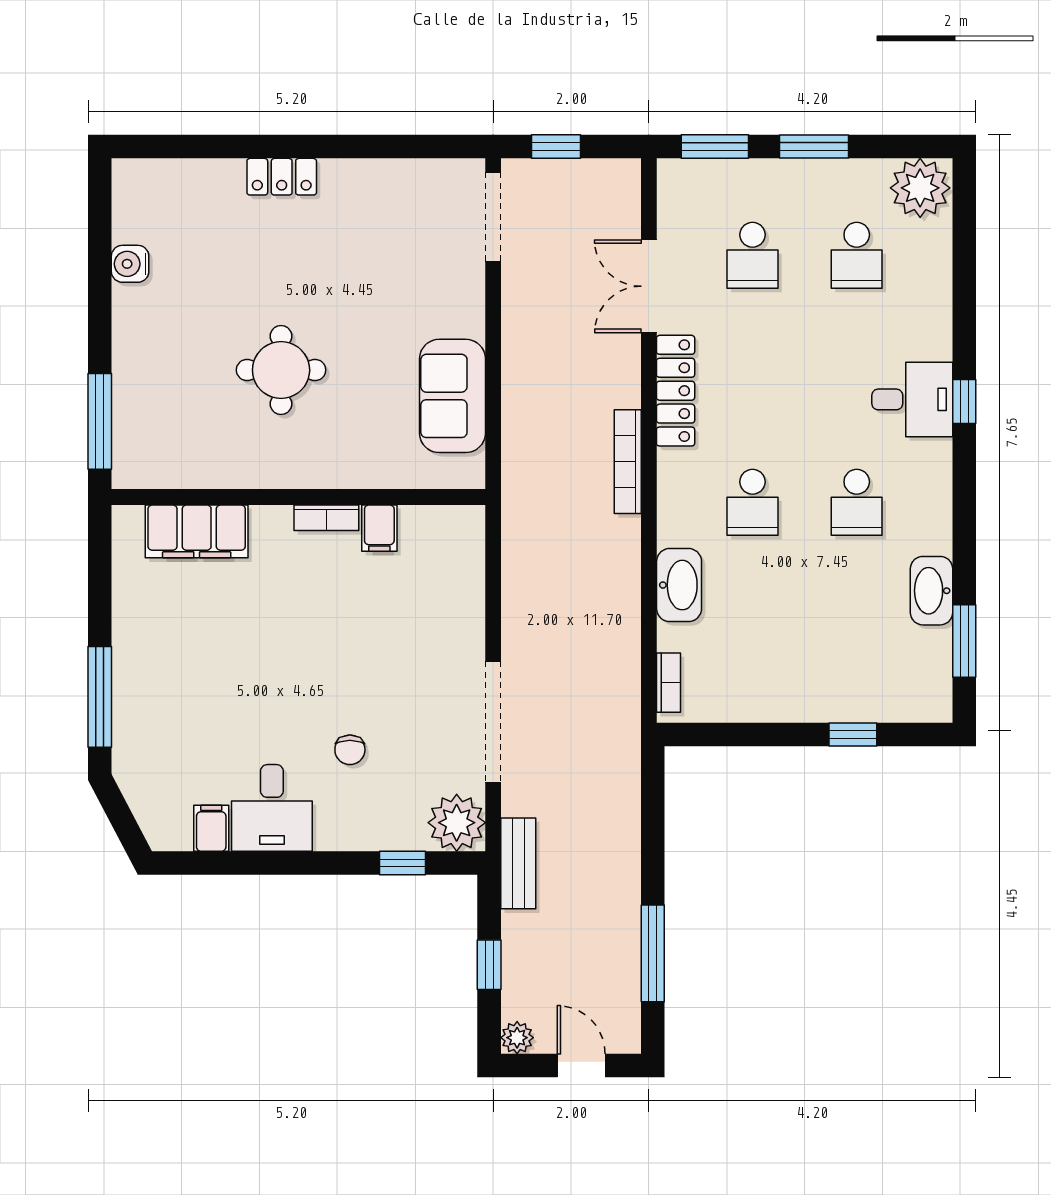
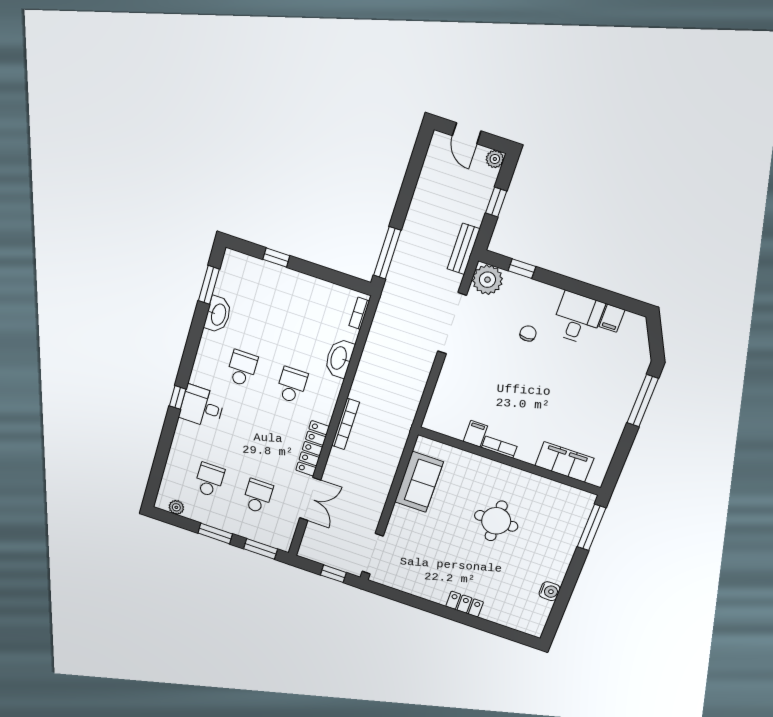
plant: (920, 188) -> (176, 507), width x0.53, depth x0.53
window: (653, 953) -> (387, 253), moved

